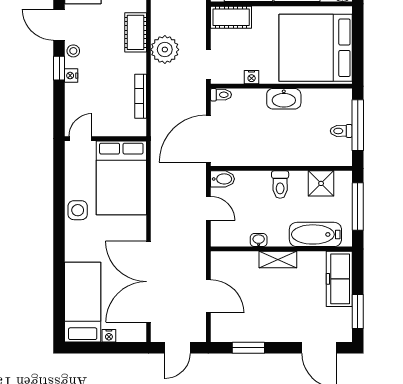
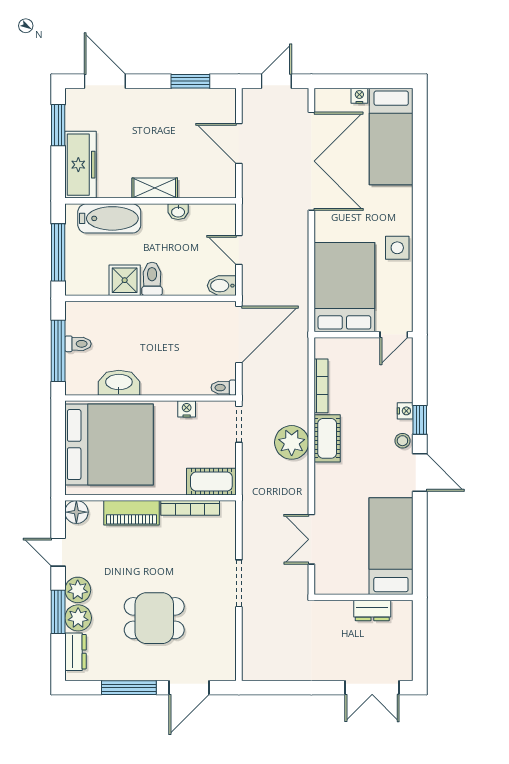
cot: (136, 32) -> (327, 438), moved
washbasin: (284, 99) -> (119, 383), moved
shower: (321, 183) -> (125, 280), moved

